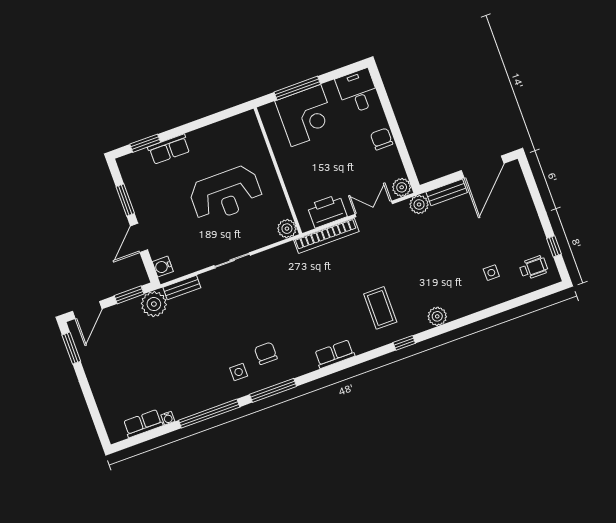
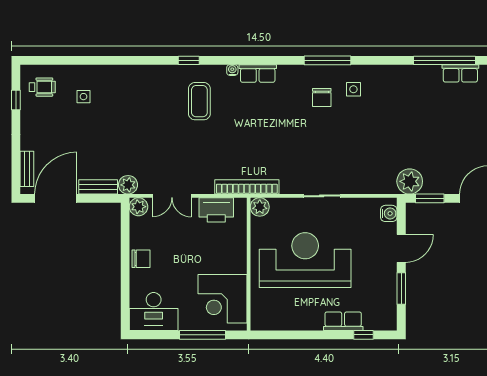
desk: (358, 91) -> (154, 311), width x1.37
corner desk: (306, 116) -> (223, 299), moved, turned -90
chair: (381, 139) -> (141, 259), turned -90
window: (145, 143) -> (363, 335), width x0.67
reception desk: (226, 194) -> (305, 260), width x1.36, depth x1.30
bookcase: (326, 236) -> (247, 187), moved
wheelchair: (534, 268) -> (42, 87), turned 180
bench: (182, 288) -> (27, 169), moved, turned 90
plant: (437, 316) -> (149, 74), removed
window: (209, 414) -> (444, 60), moved
water cooler: (168, 418) -> (232, 70), moved

